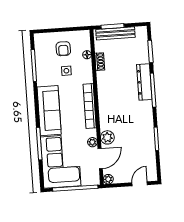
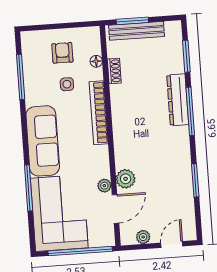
armchair: (63, 49) -> (62, 53), turned 180
bookcase: (90, 106) -> (99, 113), moved
plant: (108, 179) -> (143, 237), moved

